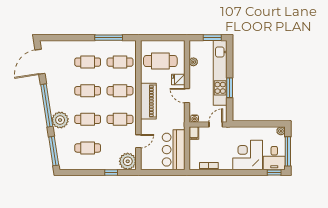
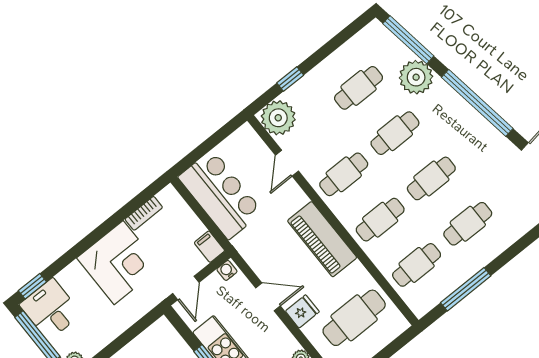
plant: (60, 120) -> (416, 77), moved
corner desk: (248, 155) -> (119, 263), moved

